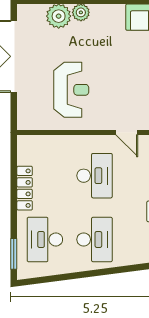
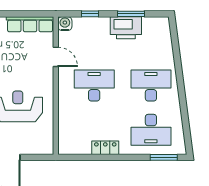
door: (127, 132) -> (56, 57), hinge flipped
locker: (25, 188) -> (105, 148), width x0.66

